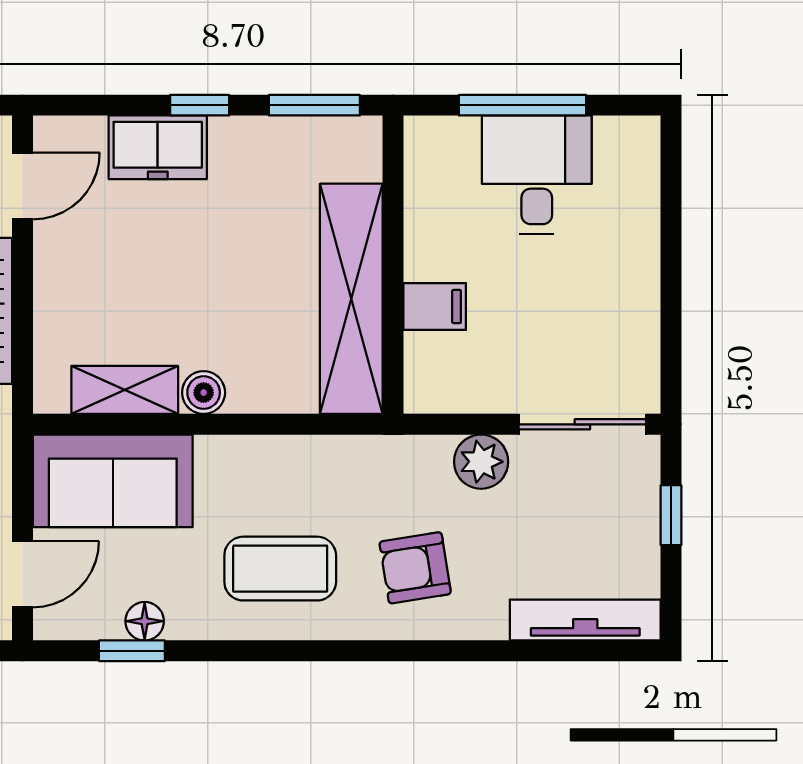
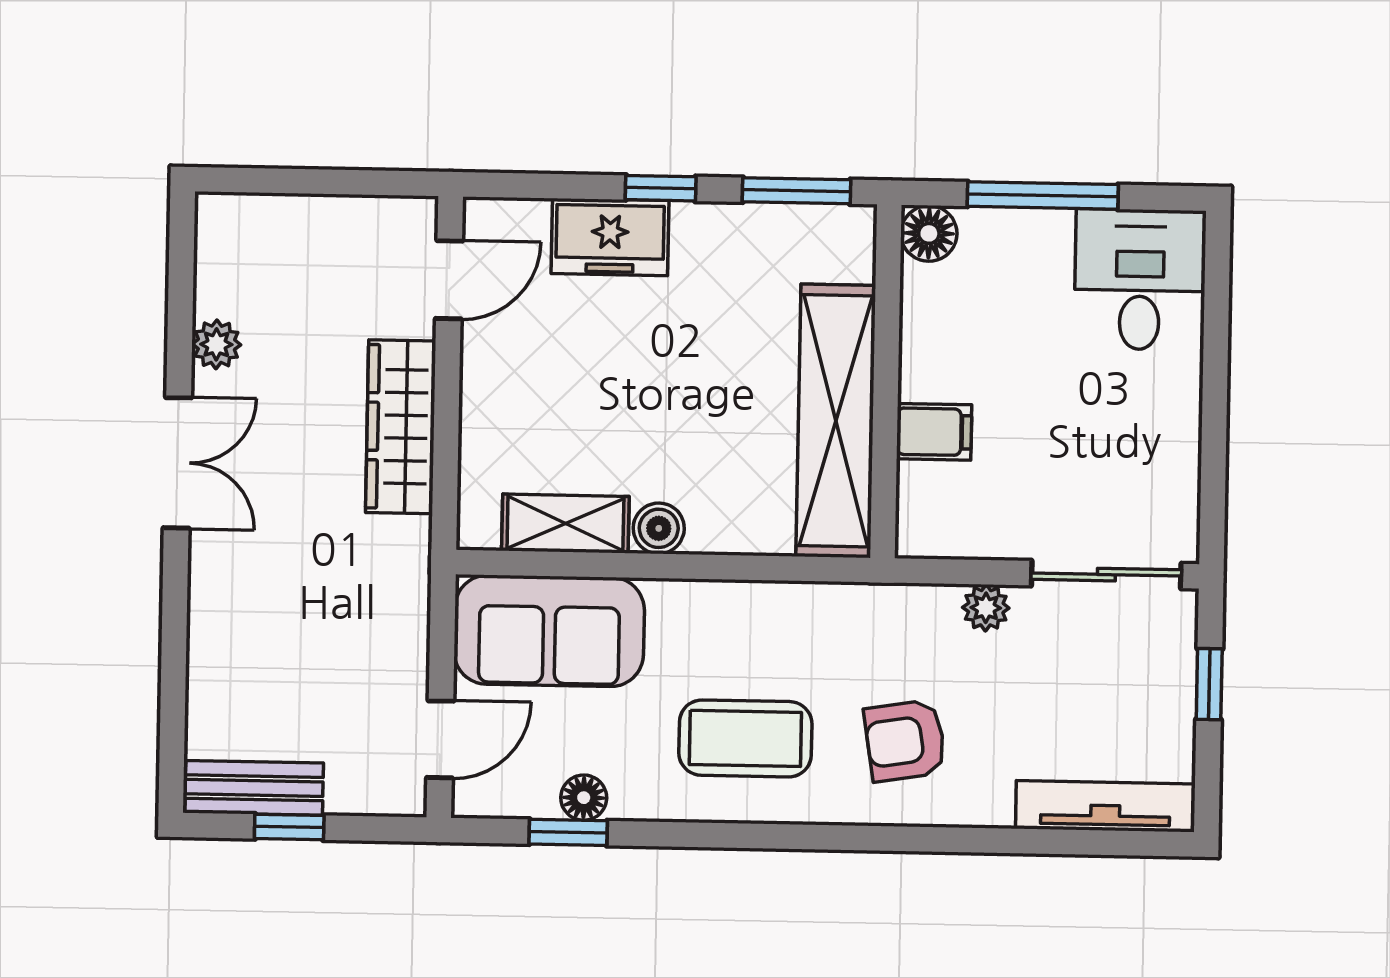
floor lamp: (427, 139) -> (929, 233), added
desk: (537, 175) -> (1140, 279), moved
plant: (481, 462) -> (986, 608), width x0.73, depth x0.73

